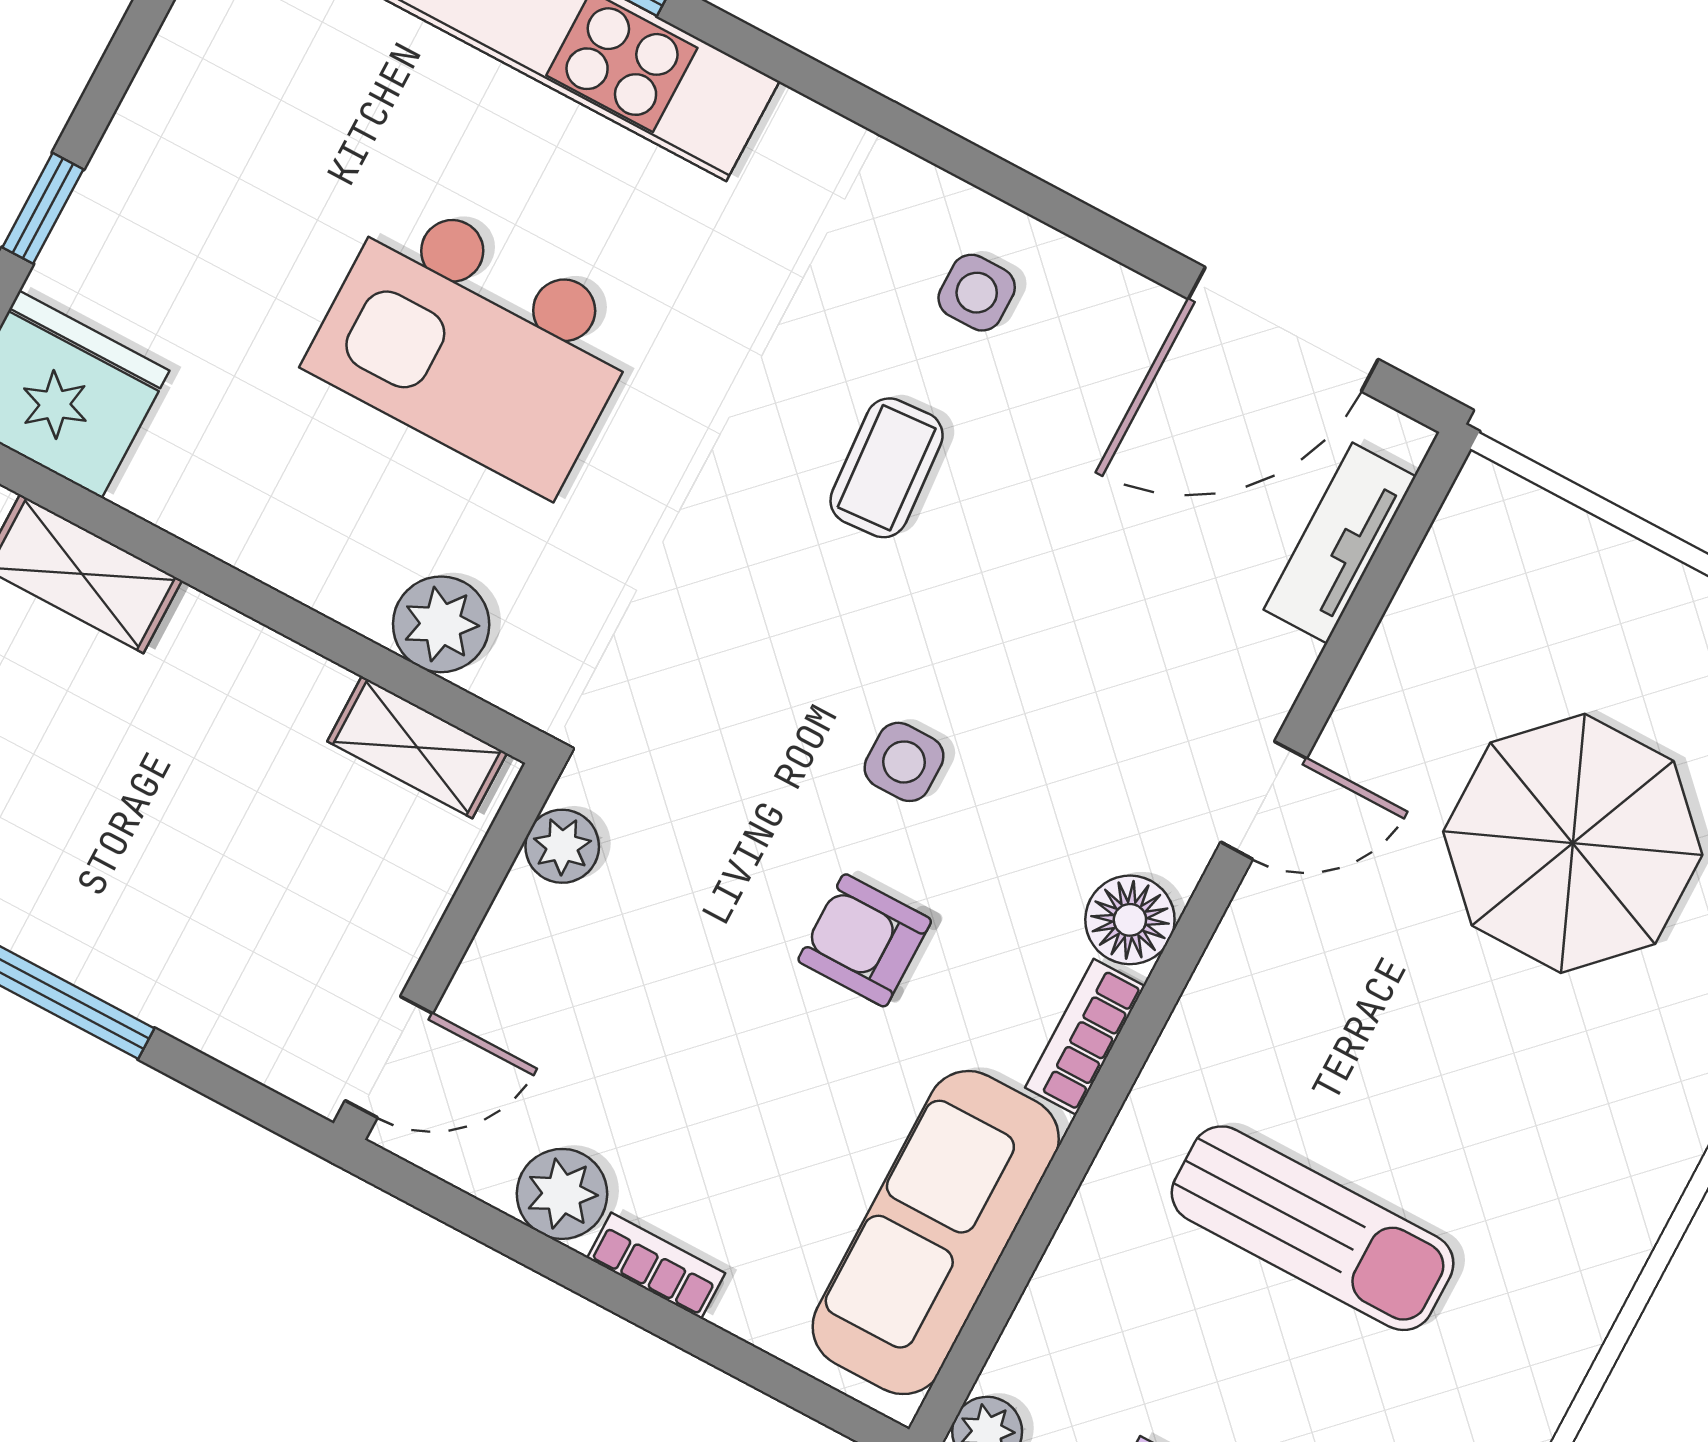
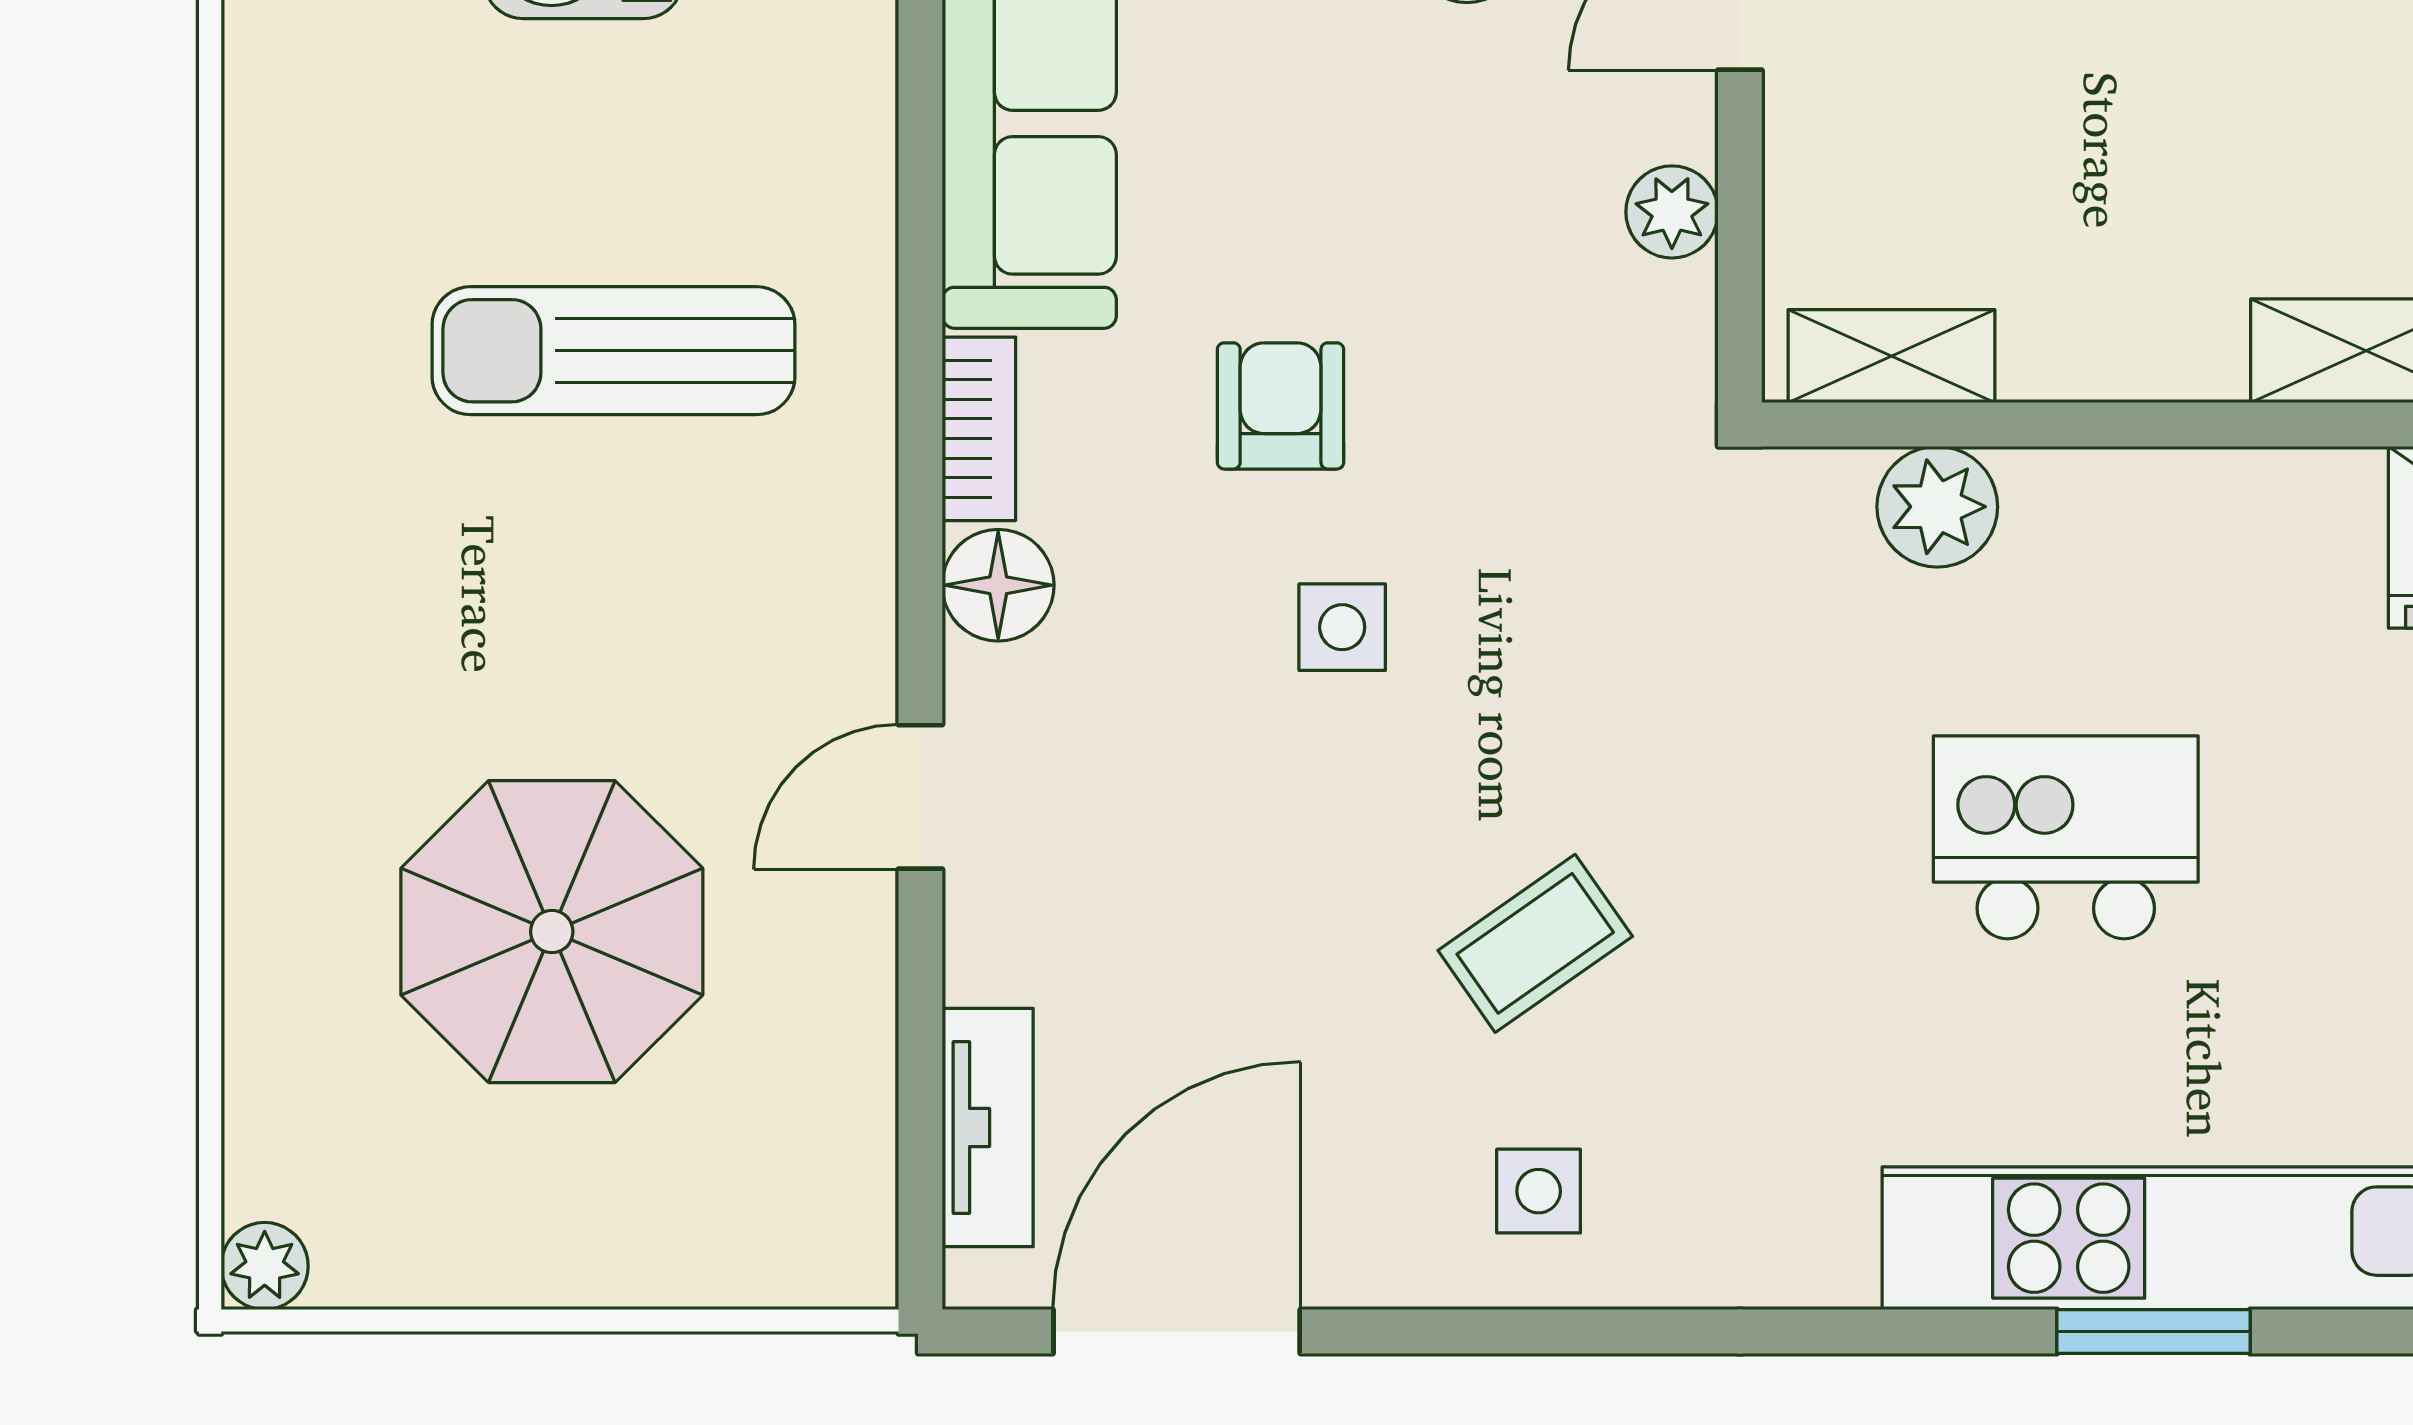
kitchen island: (474, 344) -> (2066, 837), width x0.73, depth x0.78
coffee table: (887, 468) -> (1535, 943), turned 59
plant: (562, 846) -> (1672, 212), moved
armchair: (865, 940) -> (1281, 406), turned -90

